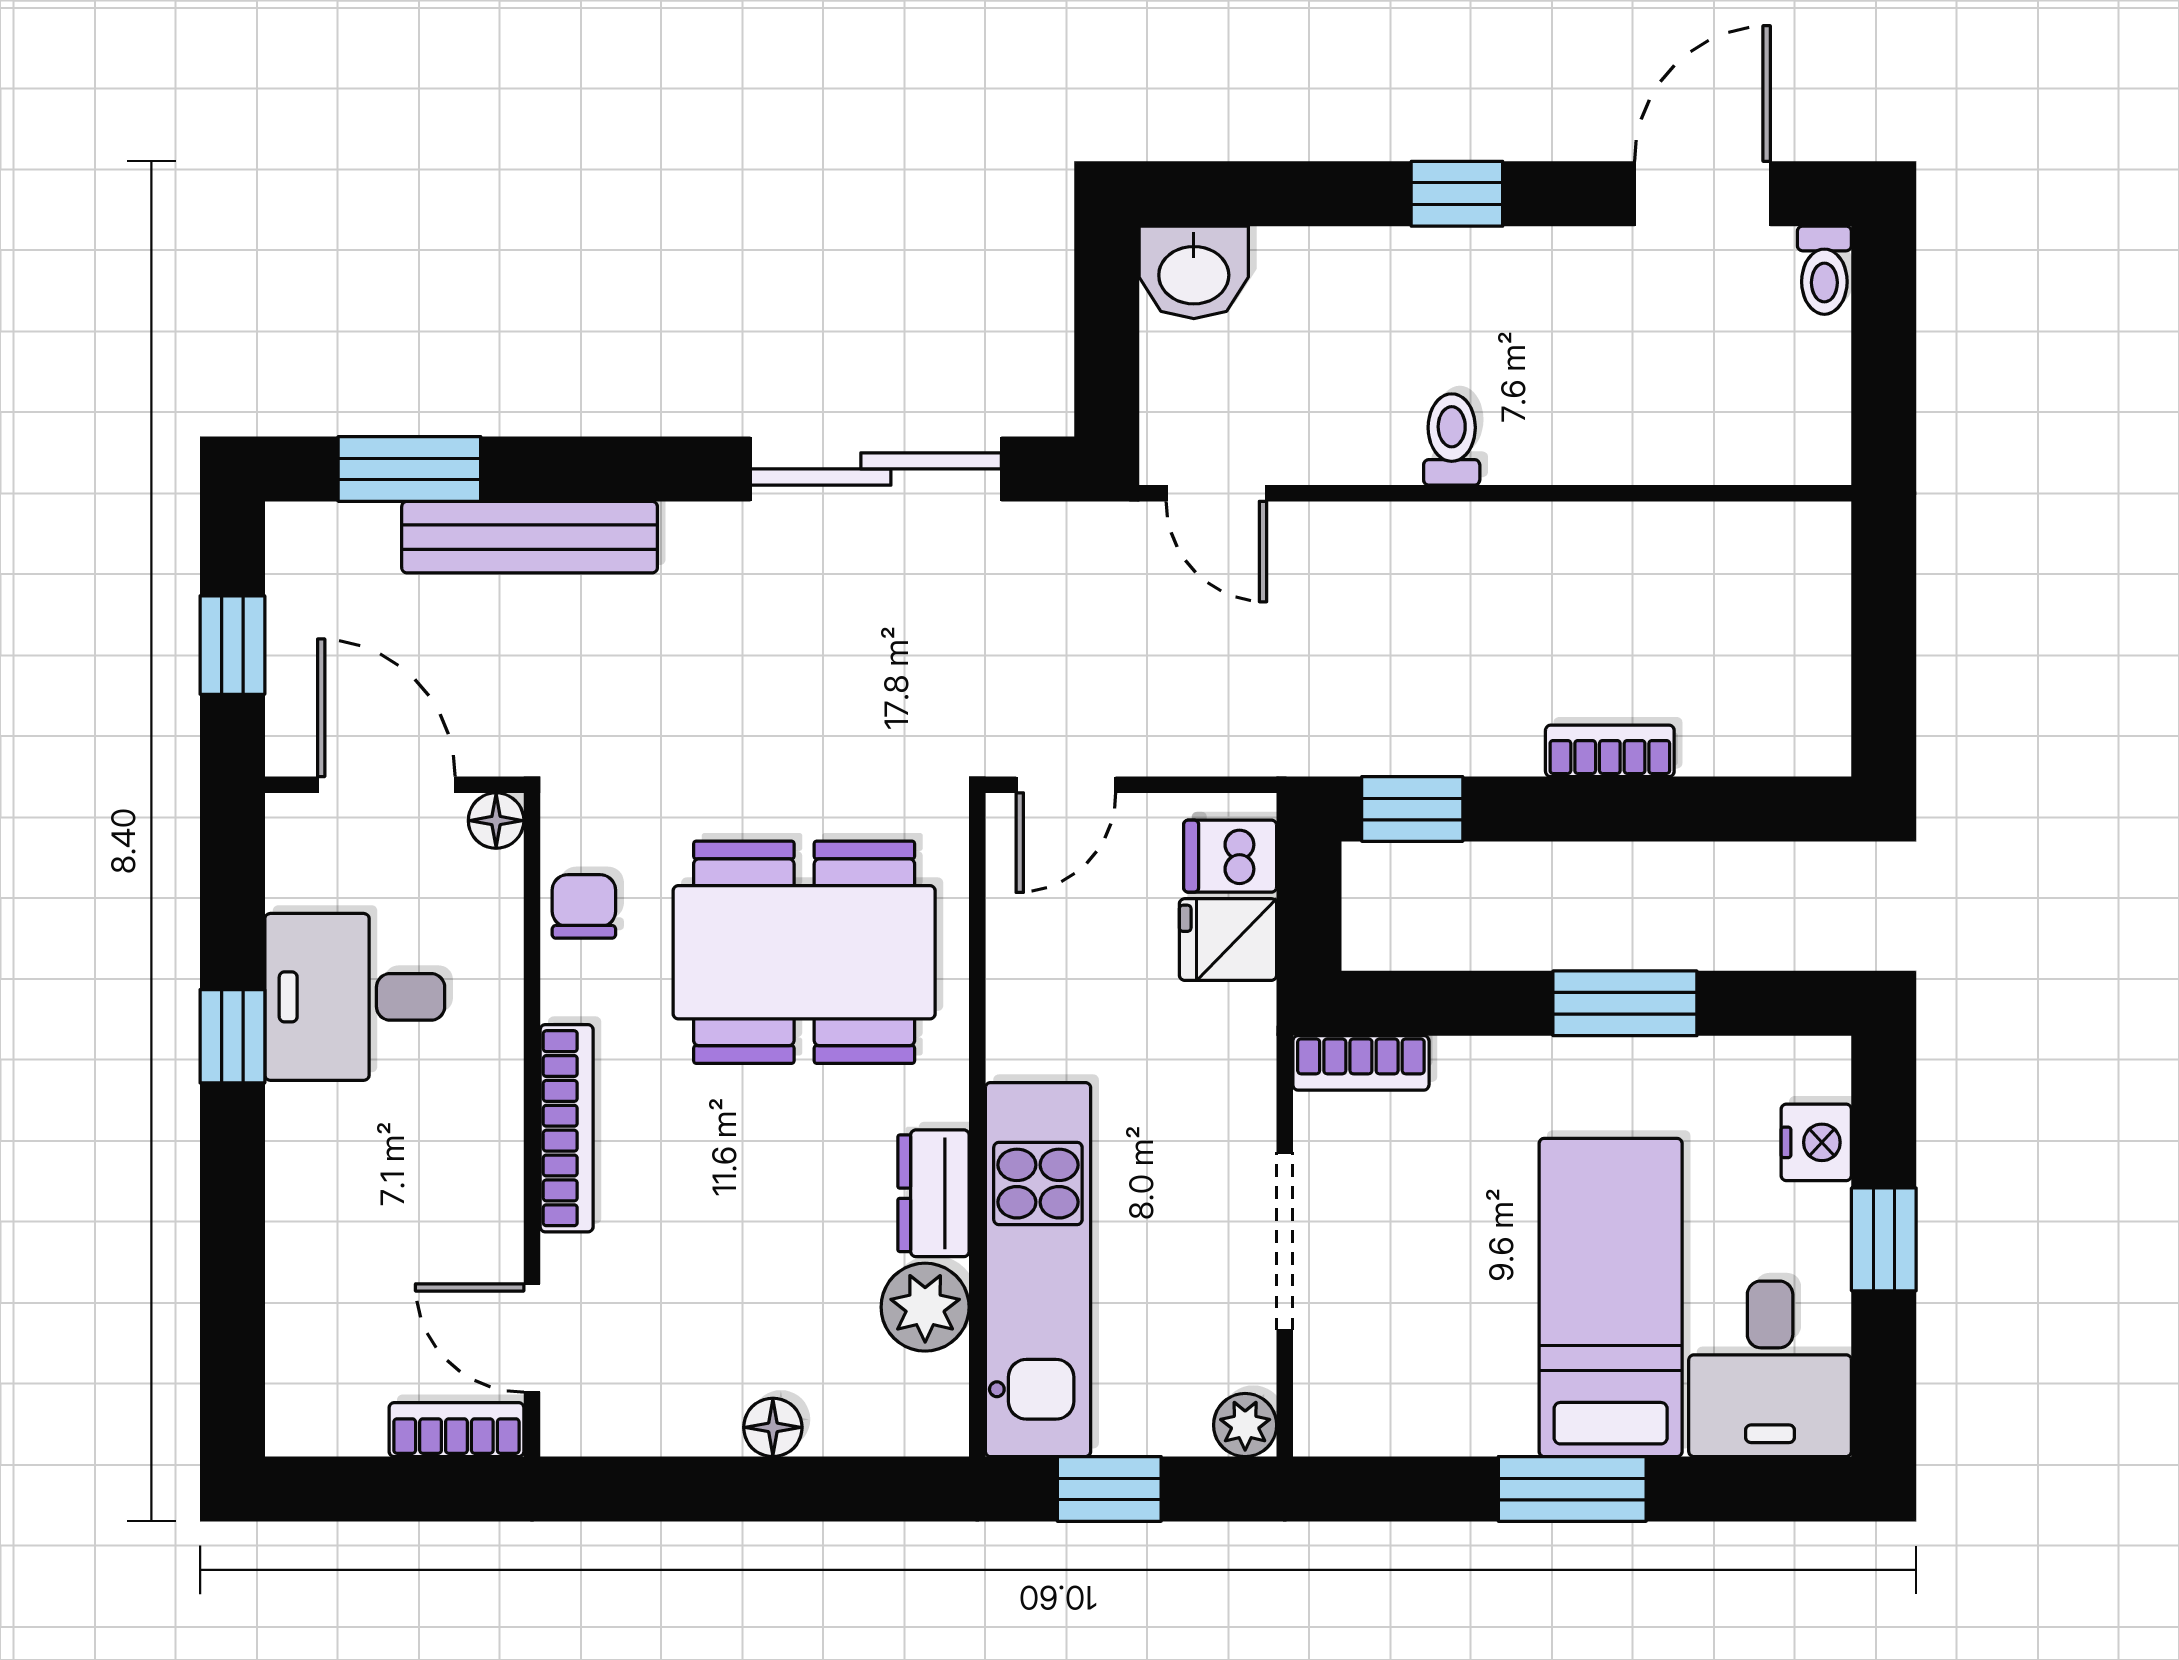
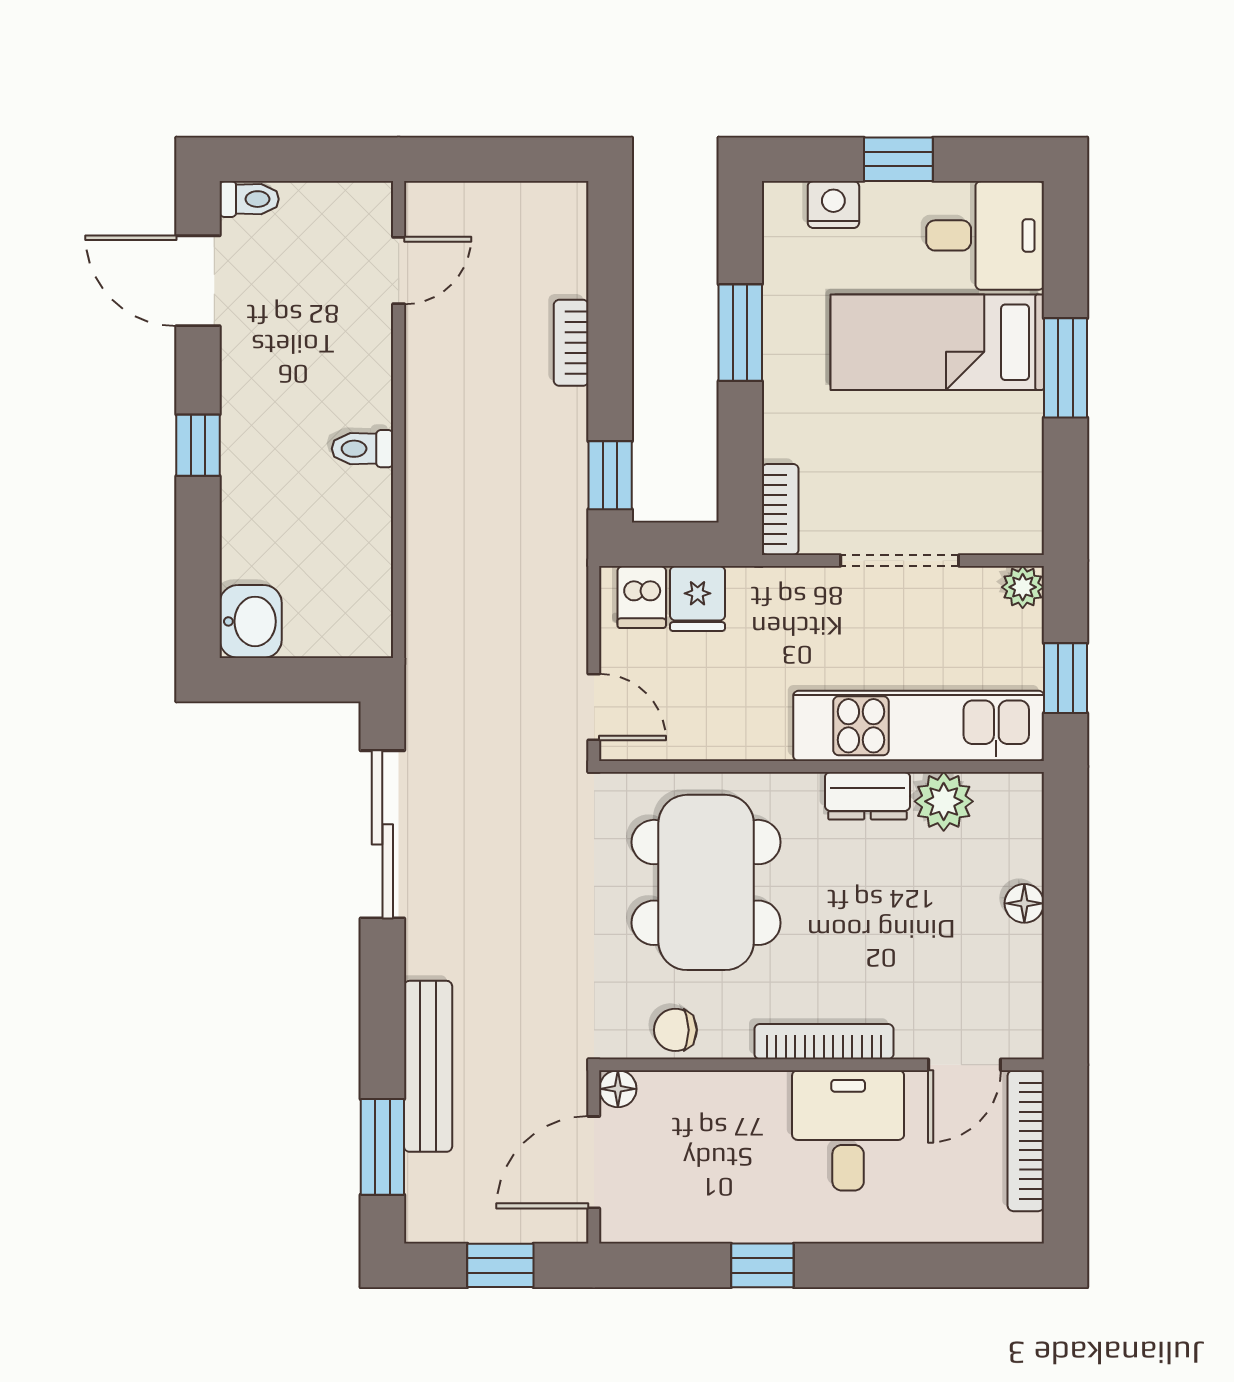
door: (1216, 493) -> (399, 270), moved
desk: (355, 997) -> (848, 1130), moved, turned 180
bookcase: (456, 1430) -> (1026, 1141), width x1.56

